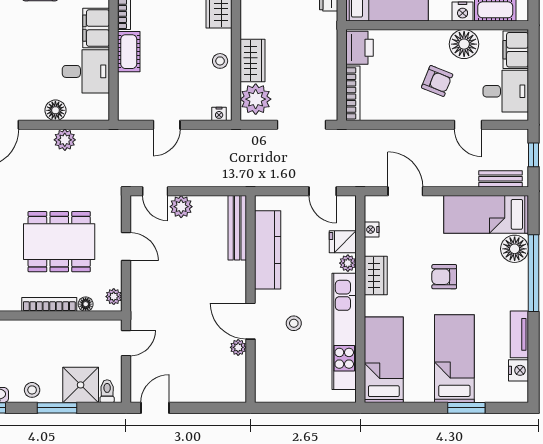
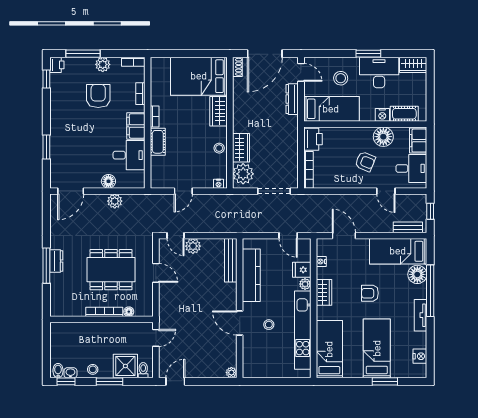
plant: (114, 297) -> (148, 307), removed
tv unit: (519, 334) -> (420, 315), moved
plant: (238, 347) -> (231, 373), moved

